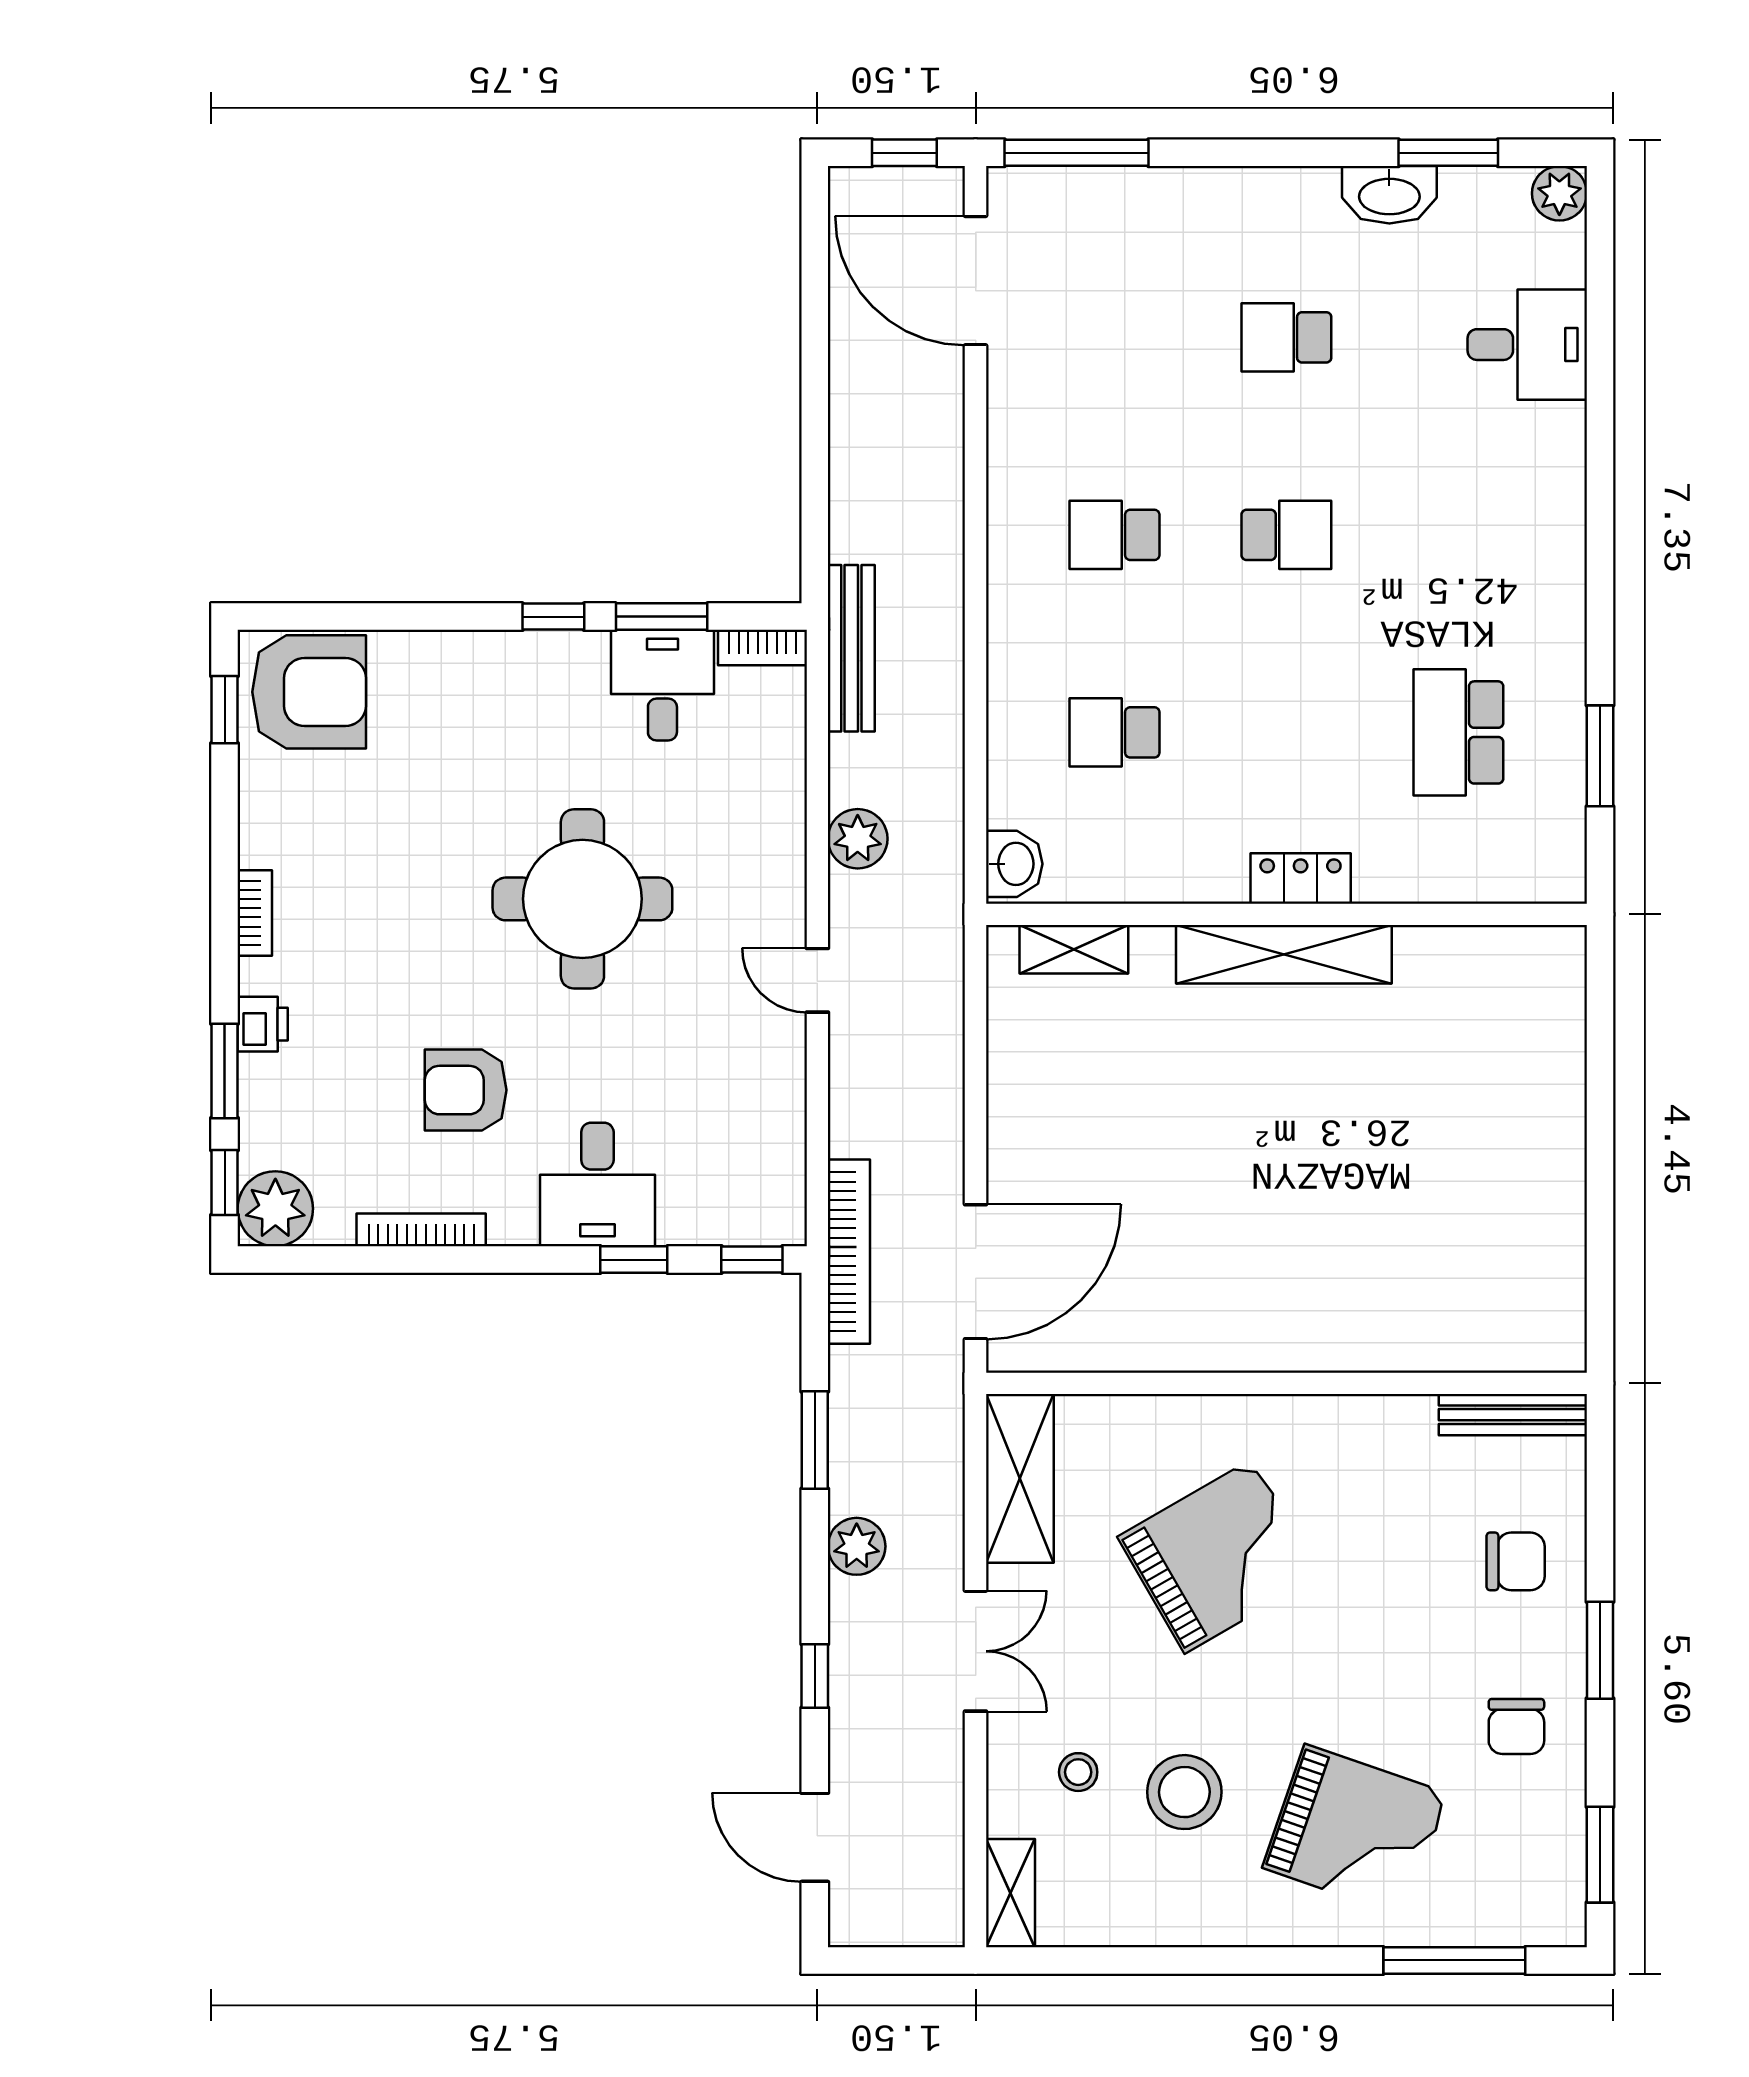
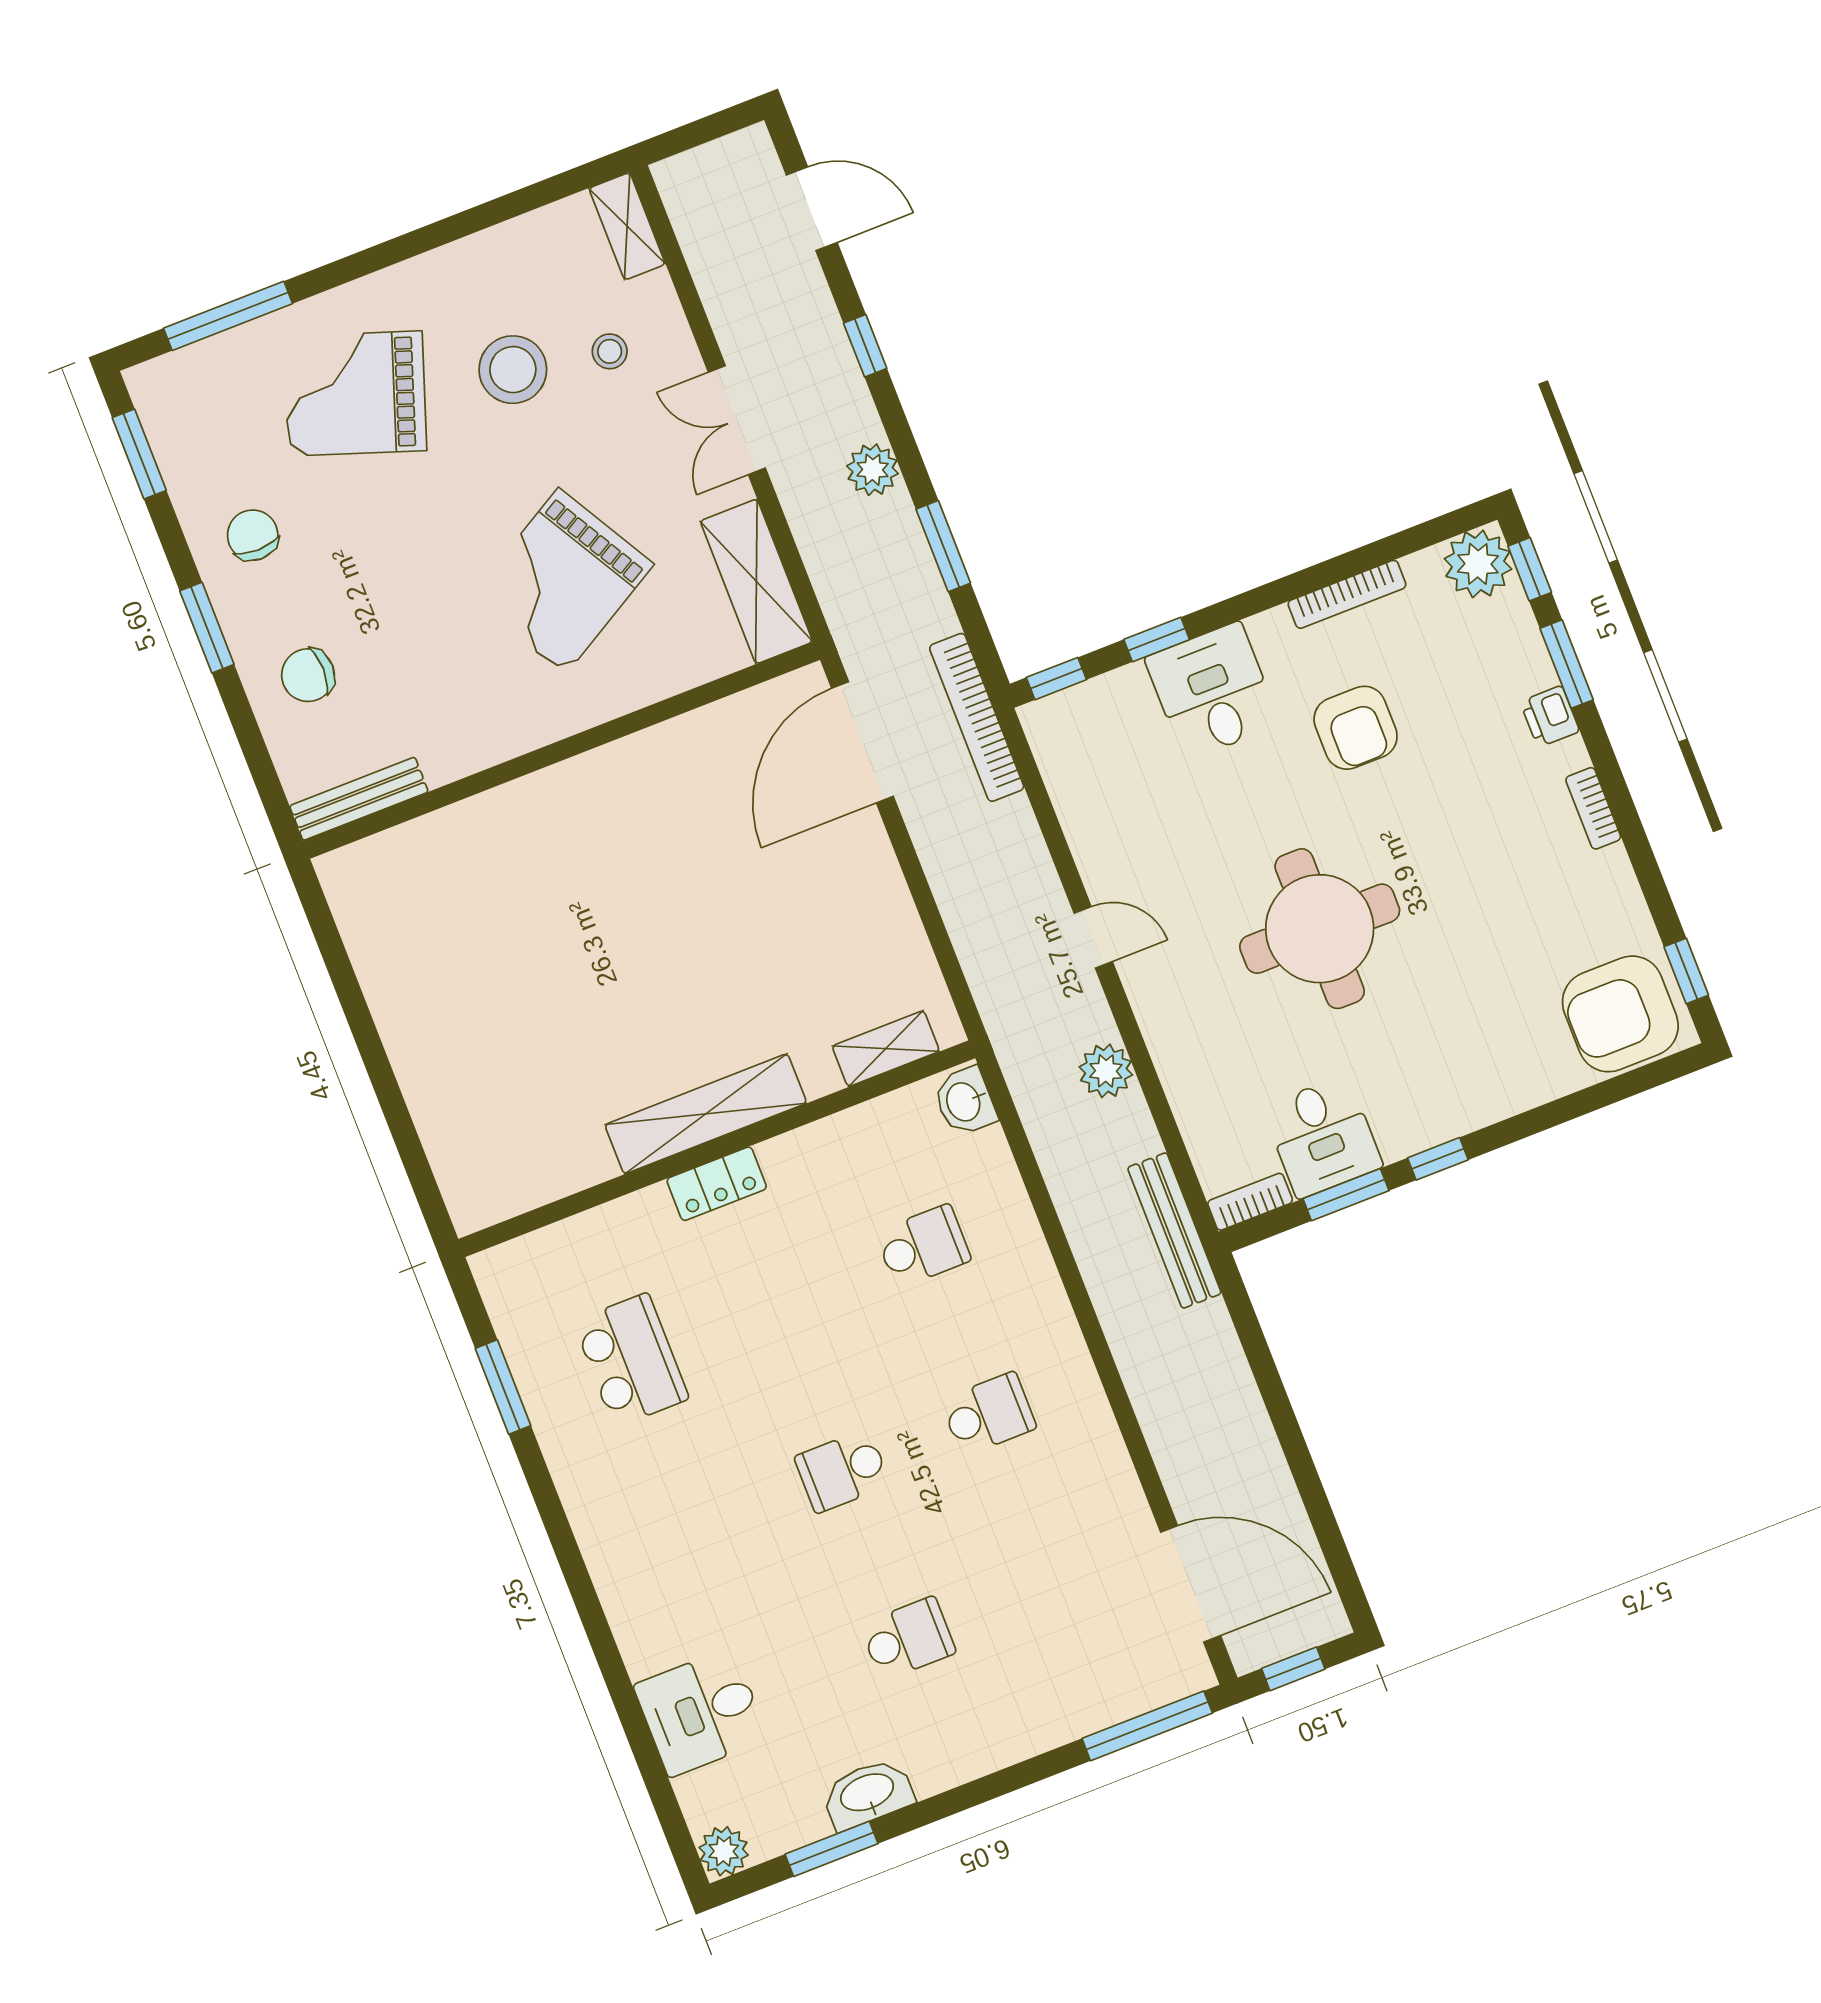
armchair: (466, 1090) -> (1356, 728), turned 90

